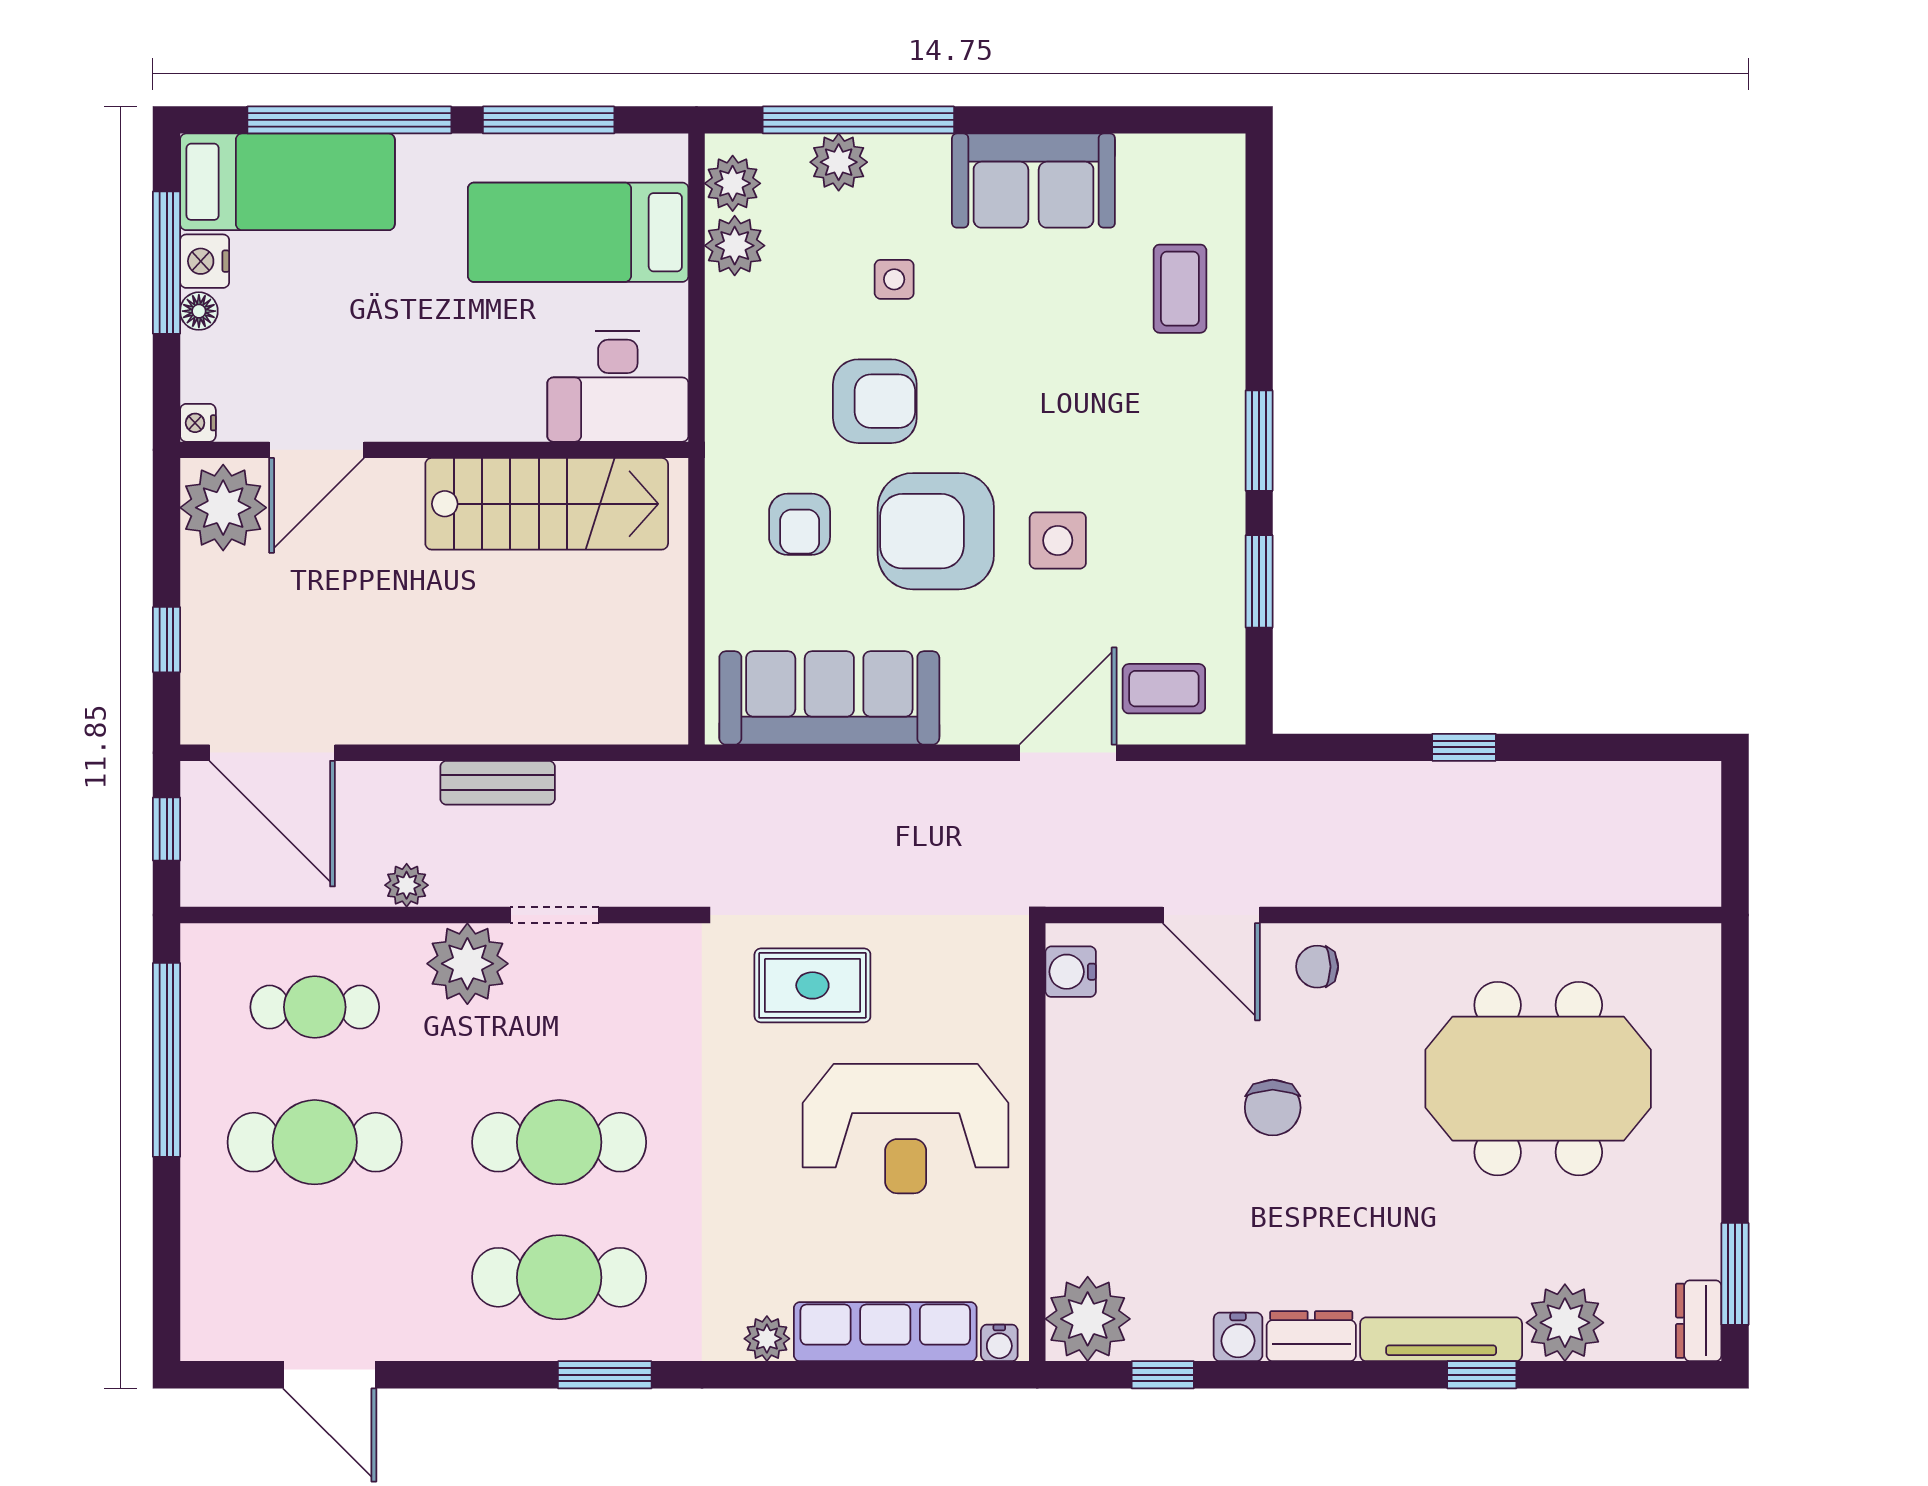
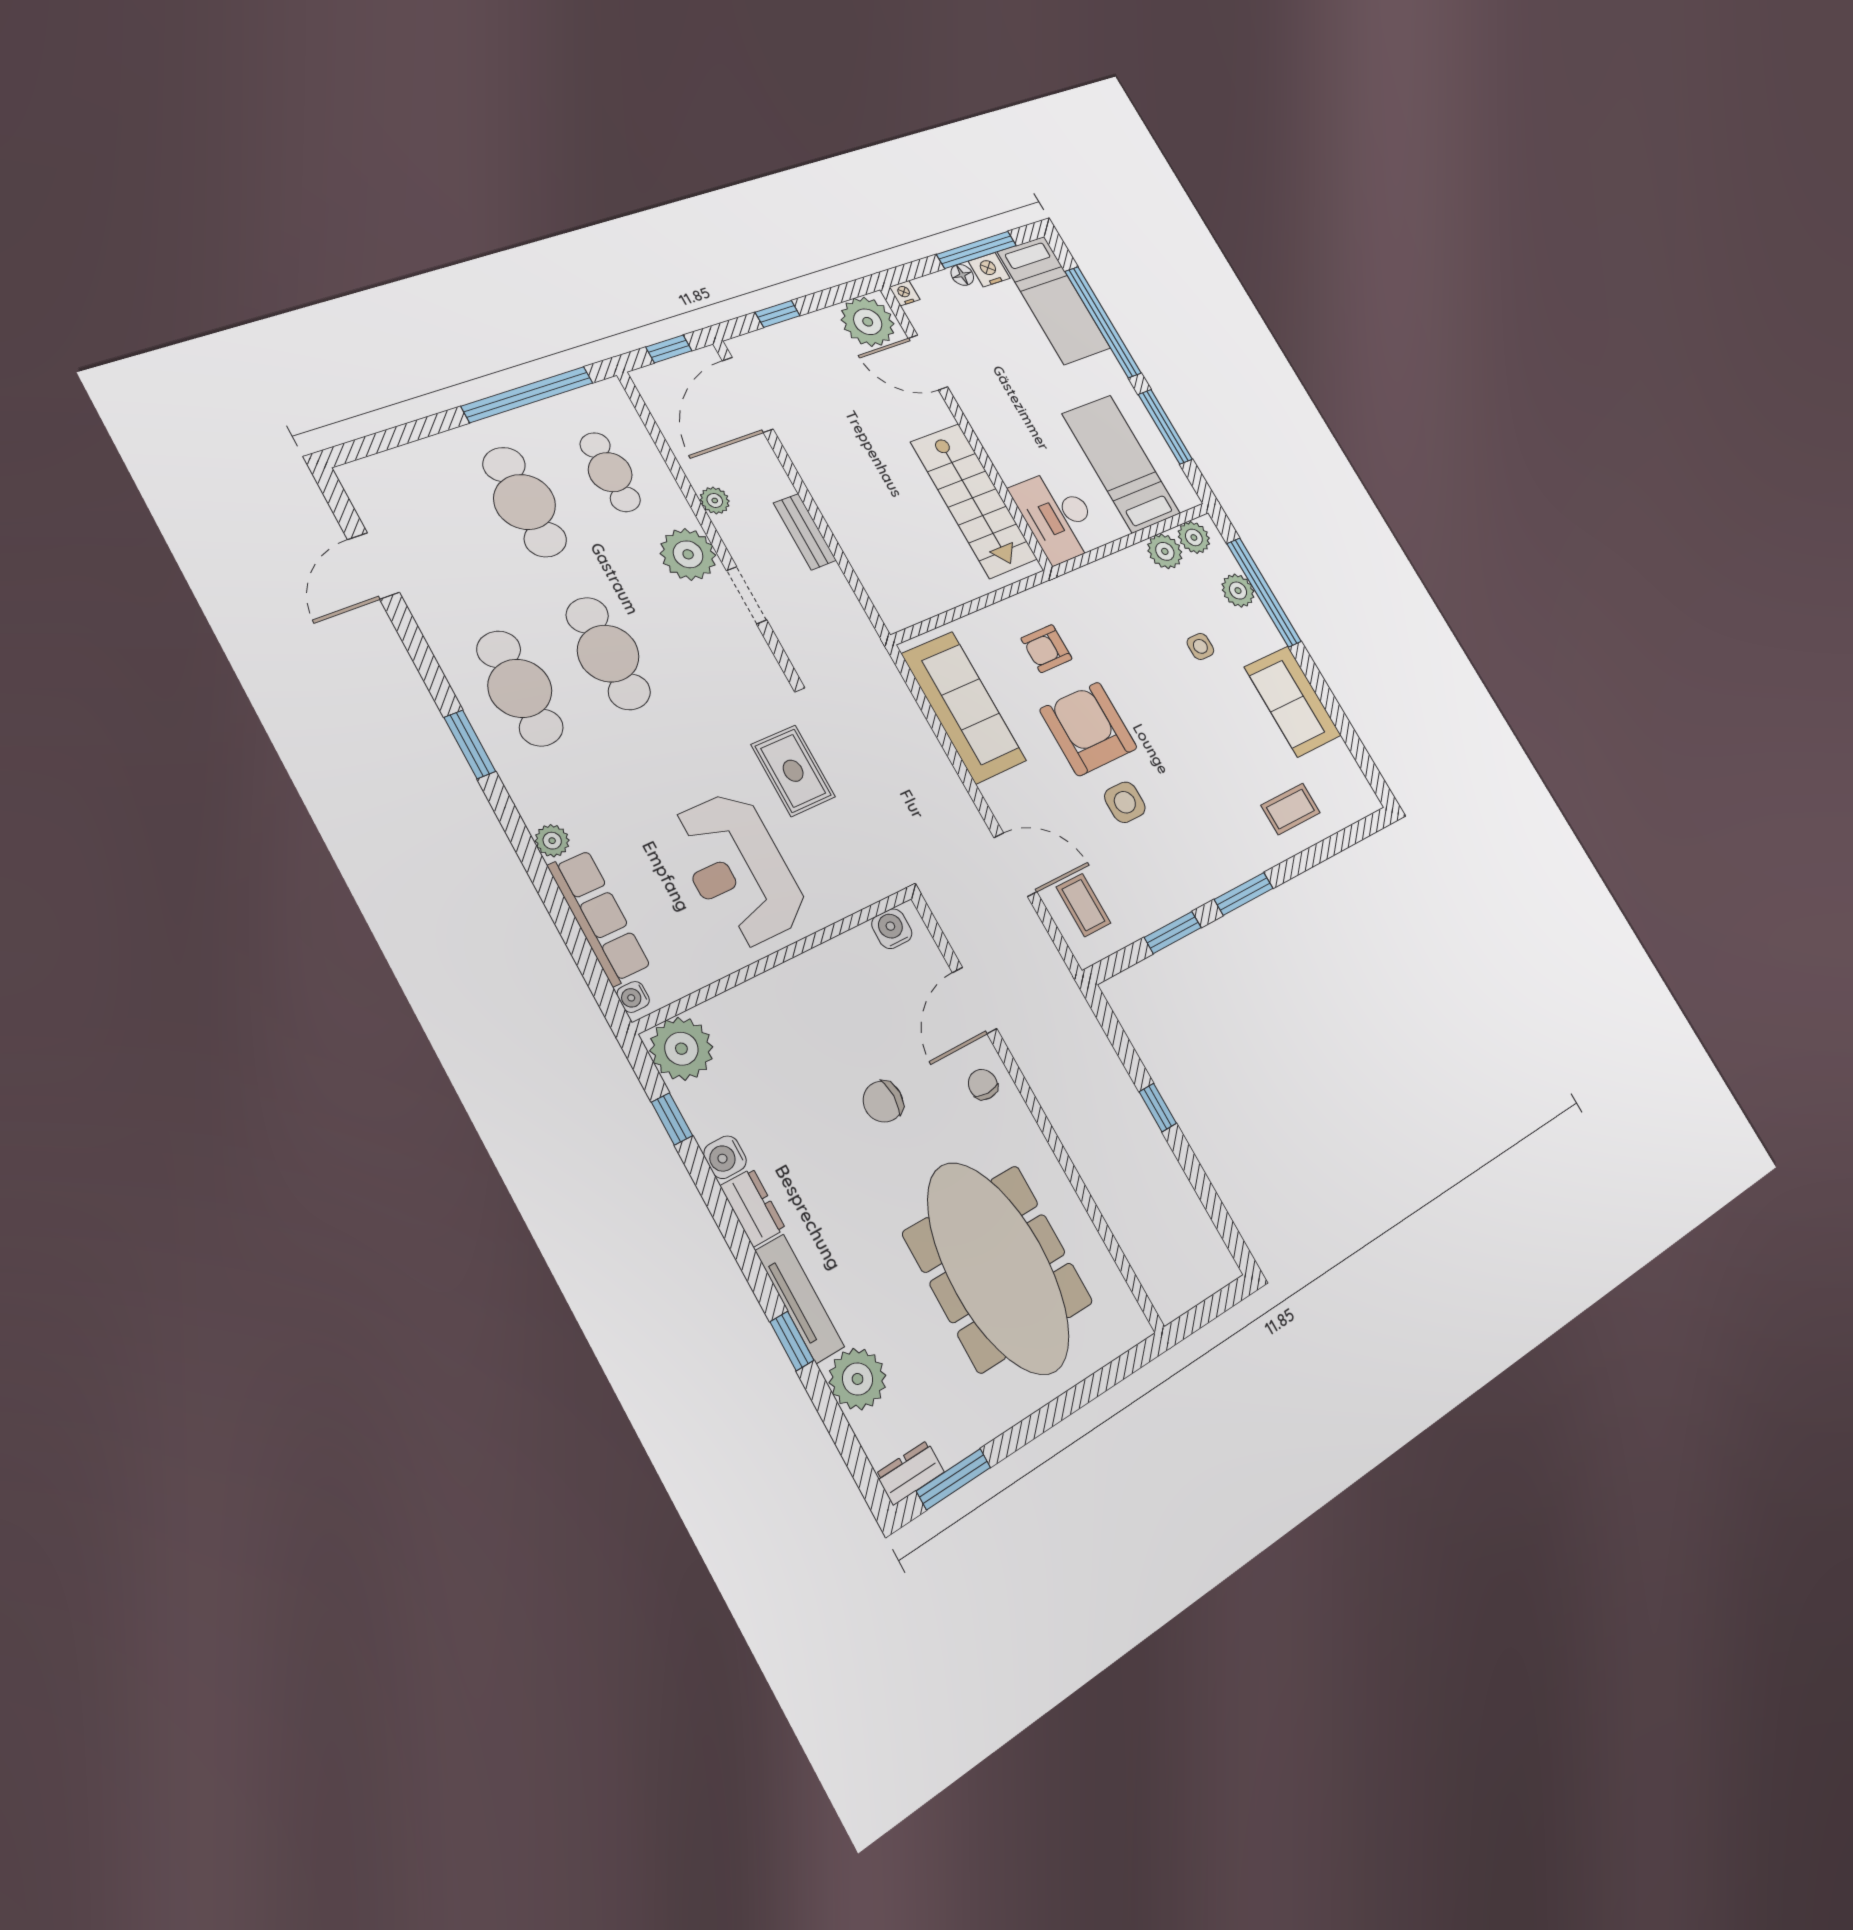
armchair: (875, 401) -> (1134, 663), removed
meeting table: (1538, 1079) -> (998, 1268), width x1.36

